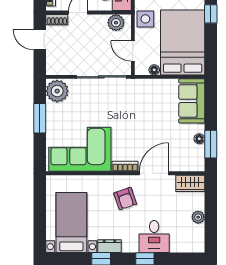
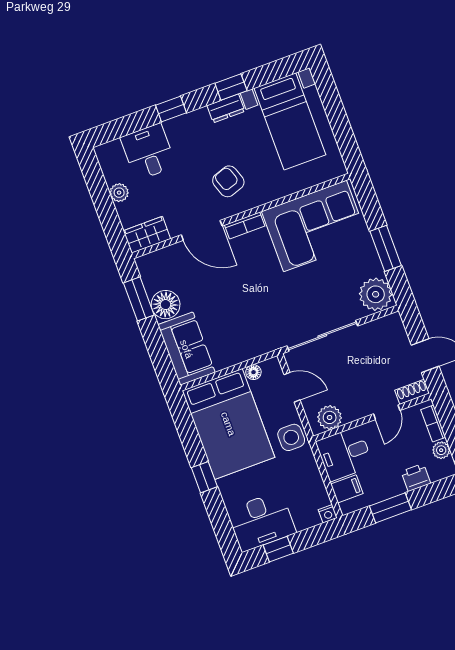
floor lamp: (199, 139) -> (166, 305), width x1.89, depth x1.89
door: (154, 173) -> (202, 230), hinge flipped
desk: (154, 236) -> (148, 152), moved

